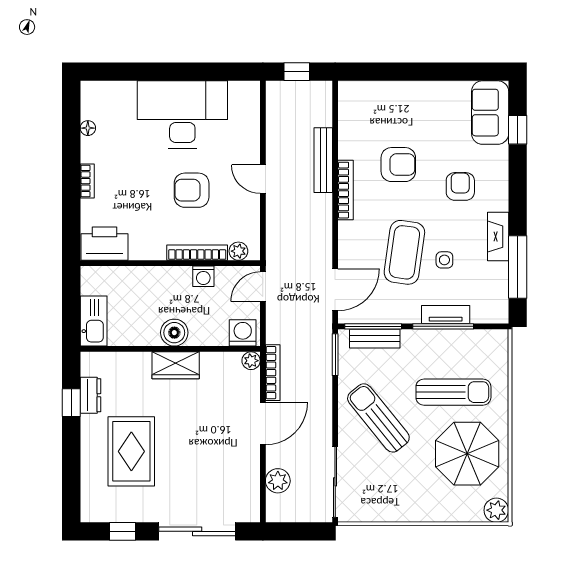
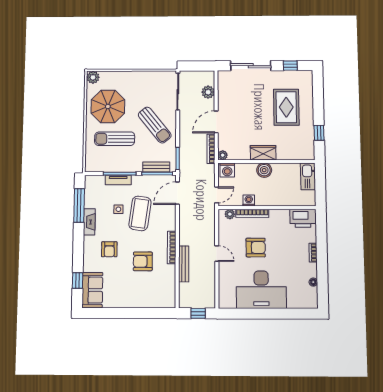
dresser: (91, 395) -> (309, 137), removed

